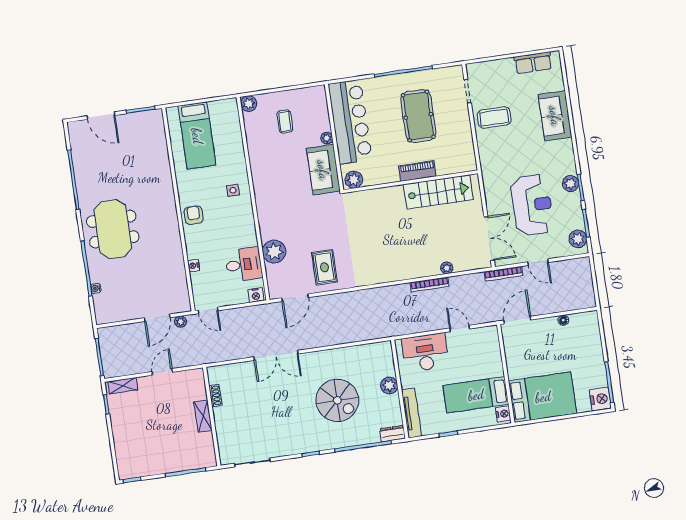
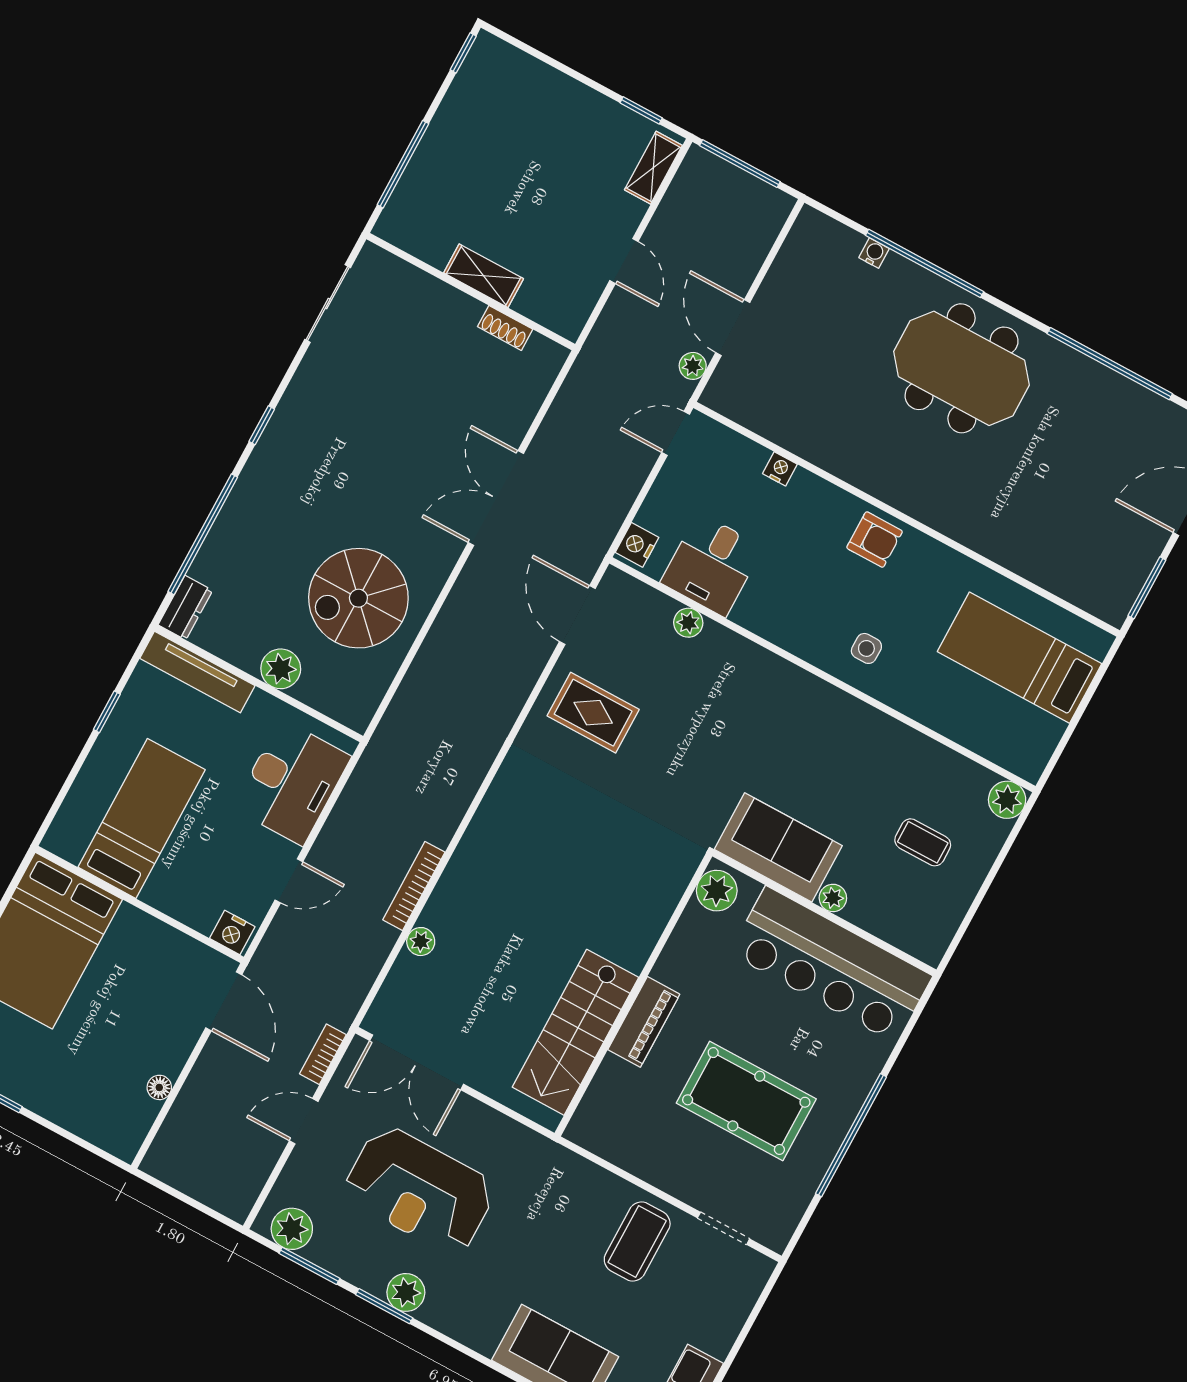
plant: (274, 252) -> (688, 623), width x0.53, depth x0.53
bookcase: (503, 274) -> (323, 1054), width x0.64
spiral stairs: (337, 400) -> (358, 598), moved
nightstand: (503, 414) -> (232, 933), moved

